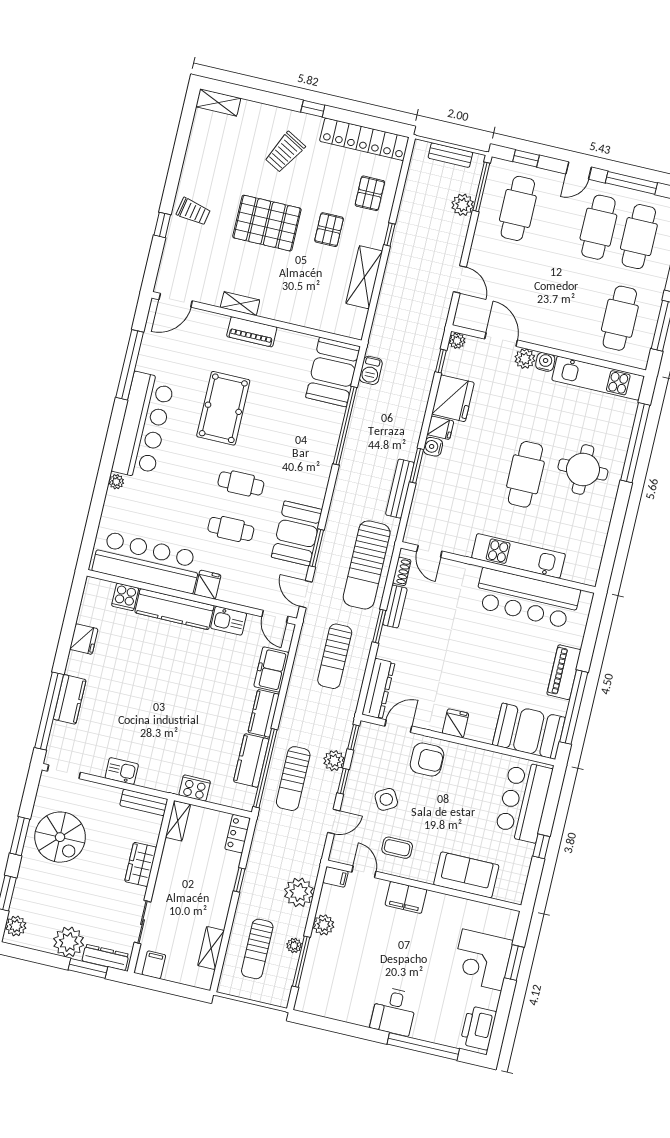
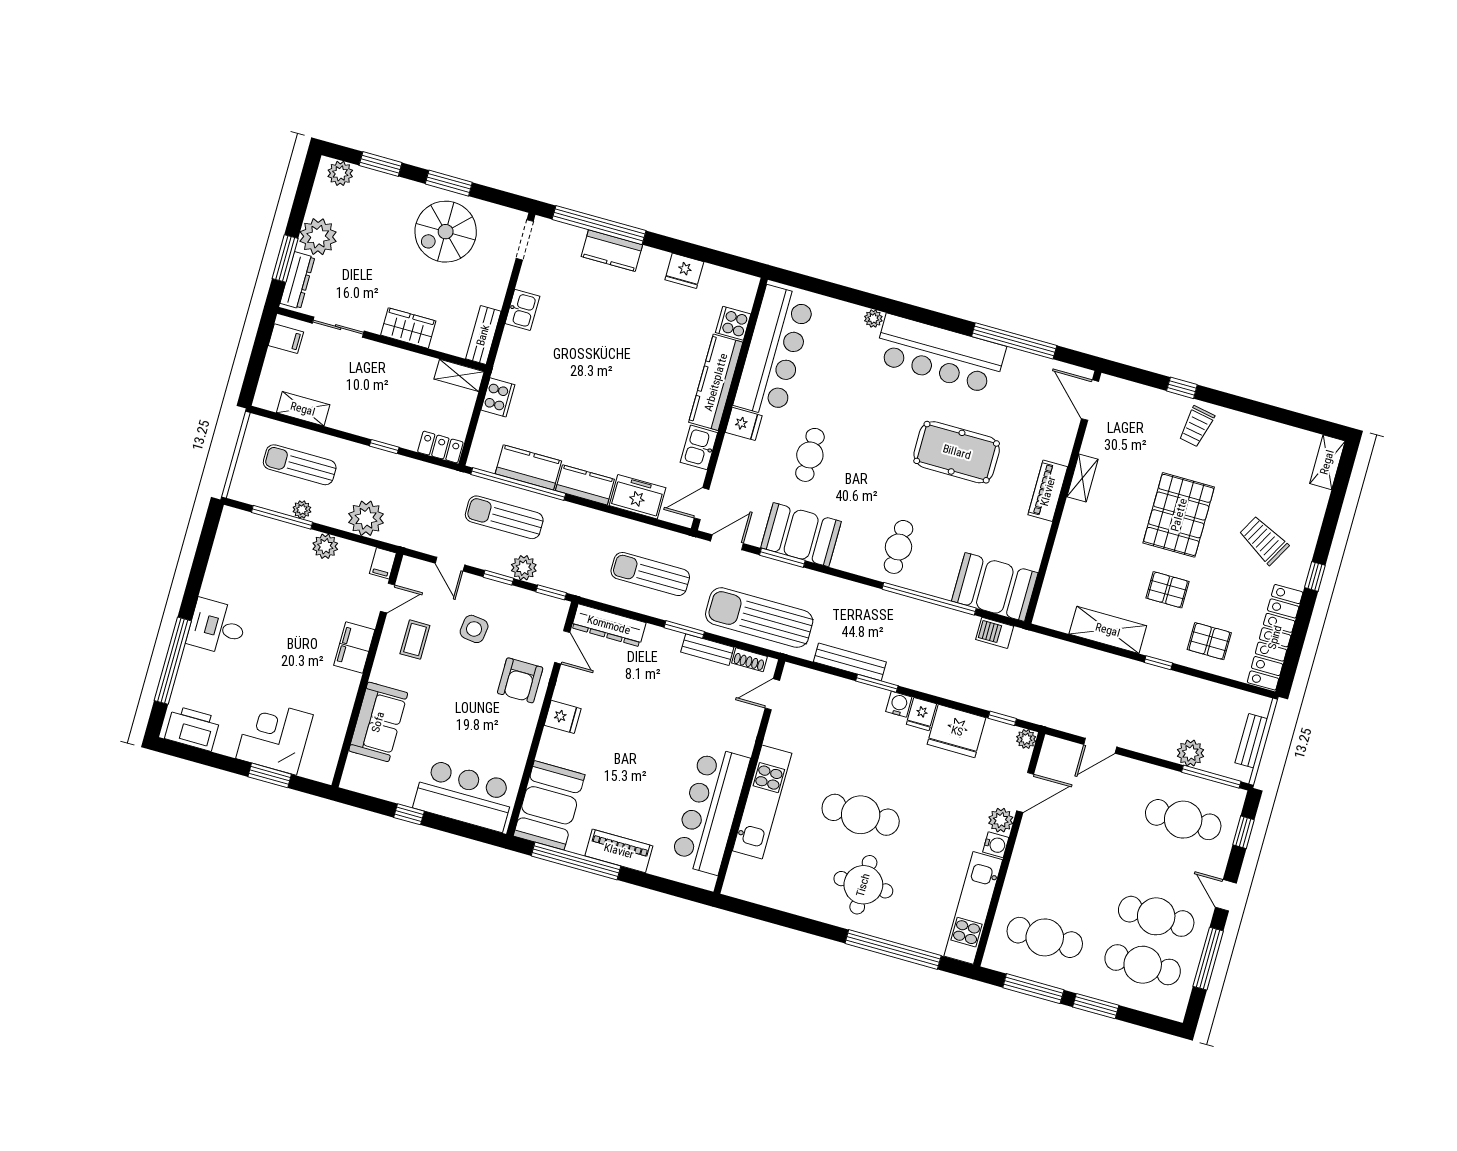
cafe table: (241, 483) -> (899, 547), moved
side table: (386, 799) -> (474, 629), turned 36

